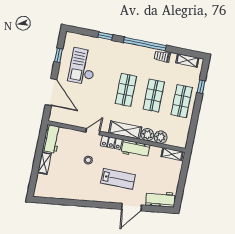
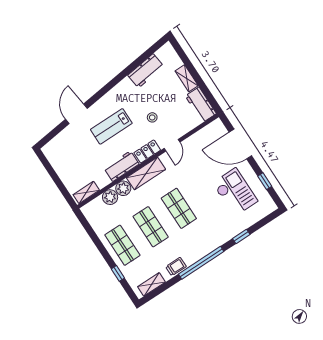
workbench: (160, 199) -> (146, 71), moved

